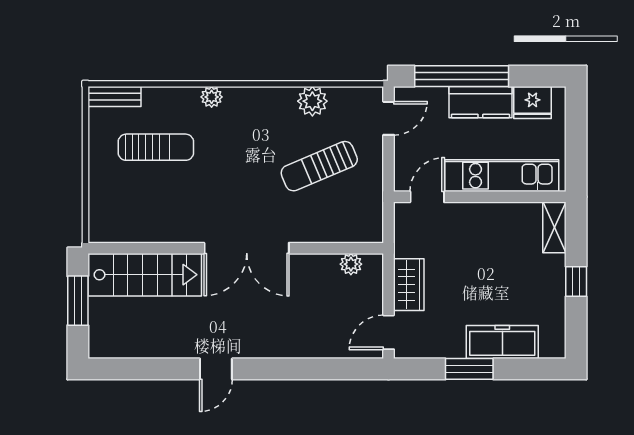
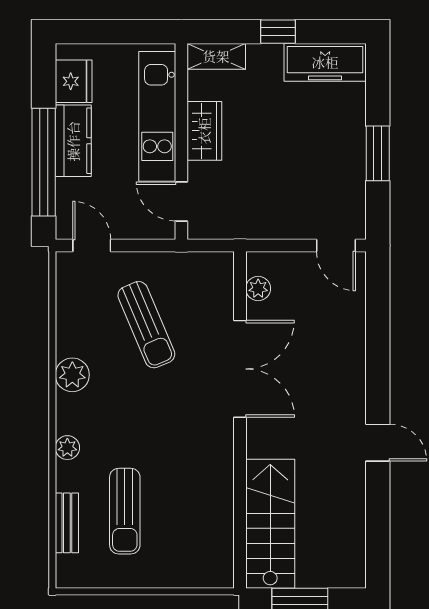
bench: (114, 96) -> (67, 523), moved
plant: (312, 101) -> (72, 375), moved
sun lounger: (156, 147) -> (125, 511), turned 180
double door: (247, 248) -> (240, 369), moved
wardrobe: (409, 285) -> (204, 131), moved, turned 90
freezer: (502, 342) -> (325, 62), moved, turned -90

